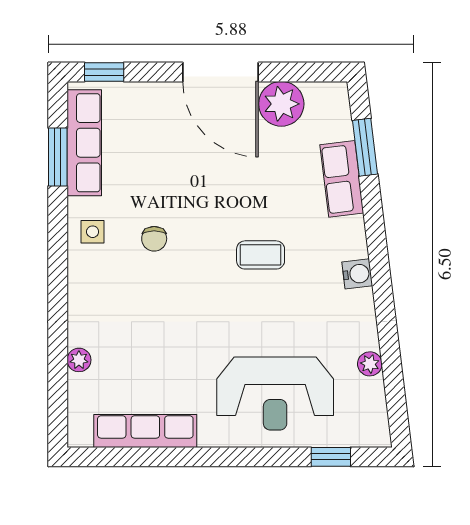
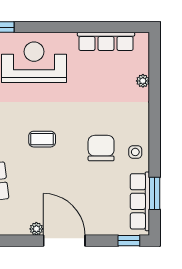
plant: (281, 104) -> (36, 229), width x0.53, depth x0.53
chair: (154, 239) -> (101, 148), width x1.87, depth x1.87

